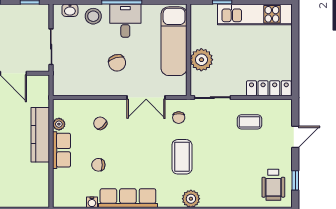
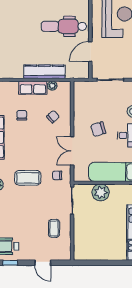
locker: (269, 88) -> (79, 243), removed

